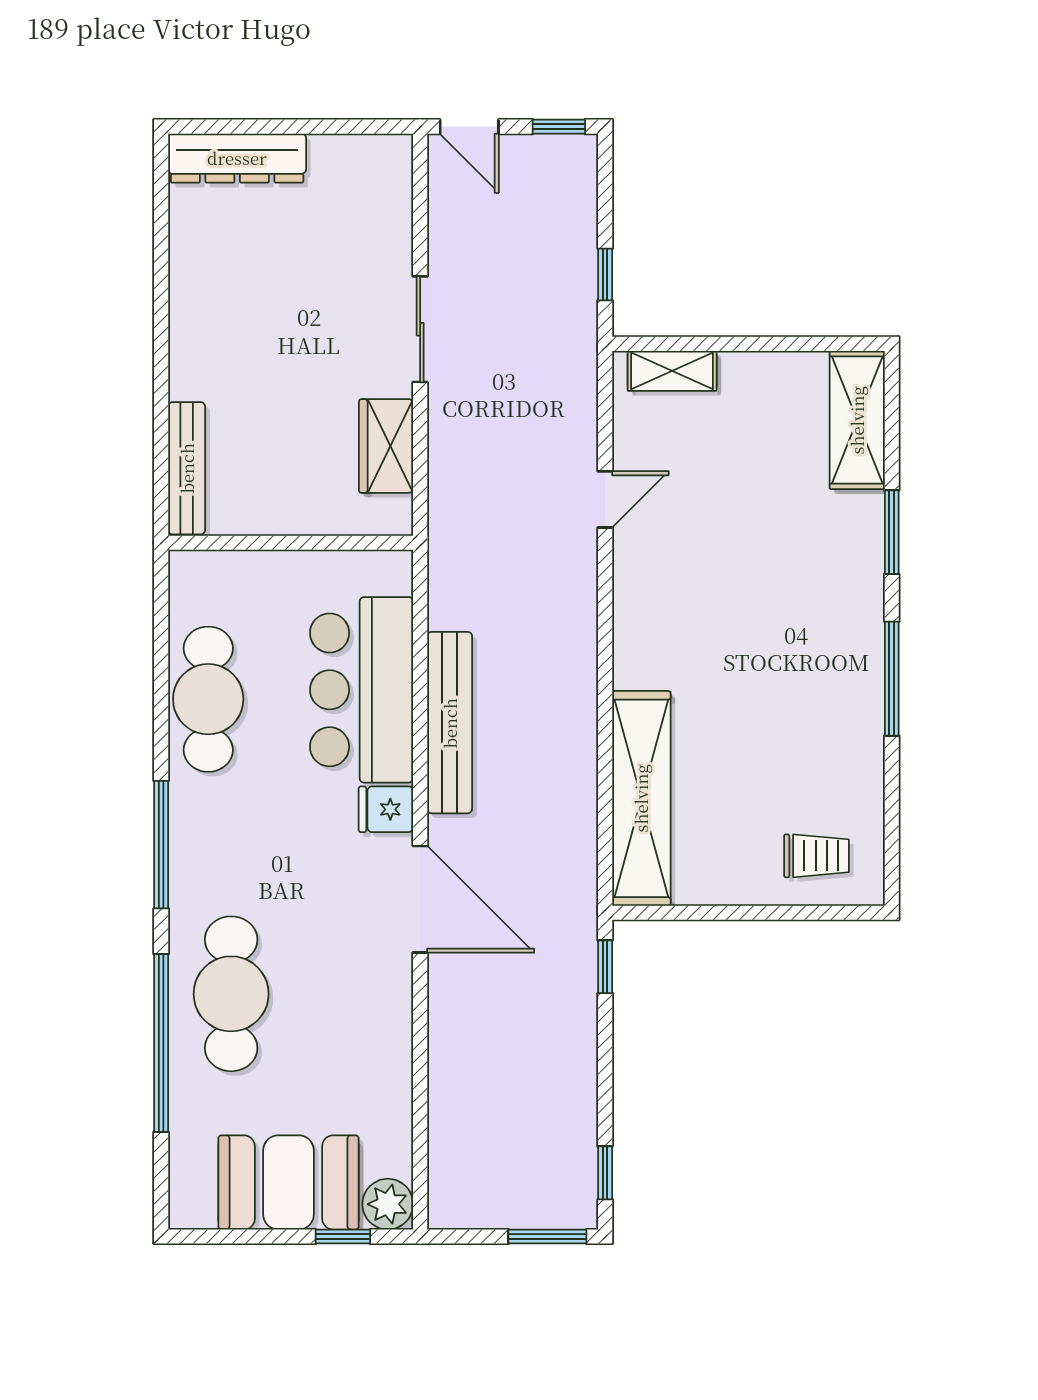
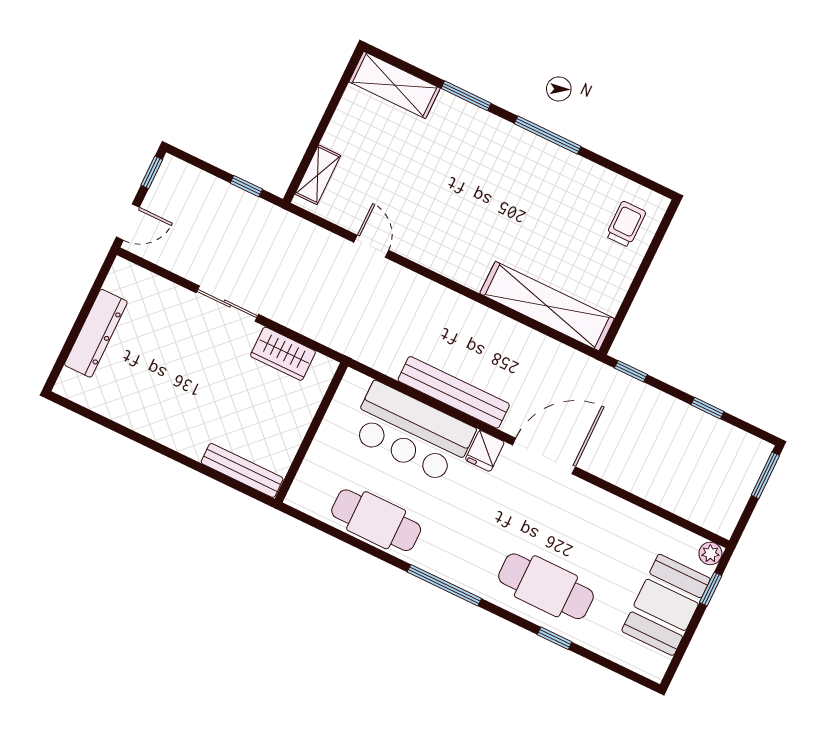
dresser: (237, 158) -> (96, 333), moved
window: (161, 1043) -> (555, 638), width x0.32
window: (605, 1173) -> (707, 408), moved
plant: (388, 1204) -> (710, 553), width x0.73, depth x0.73

